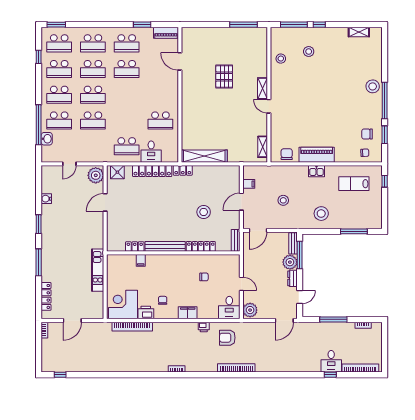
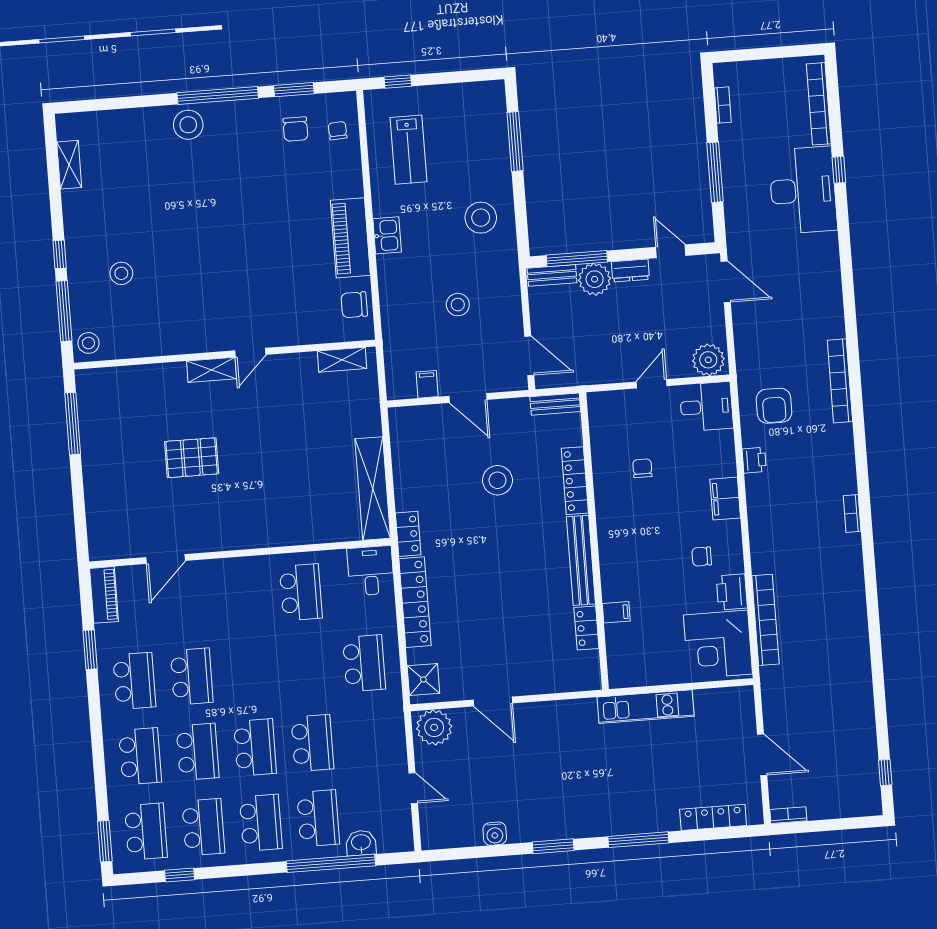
stool: (281, 59) -> (88, 343), moved
desk: (151, 152) -> (371, 571), moved, turned -90
desk: (331, 361) -> (803, 190), width x1.87, depth x1.30

